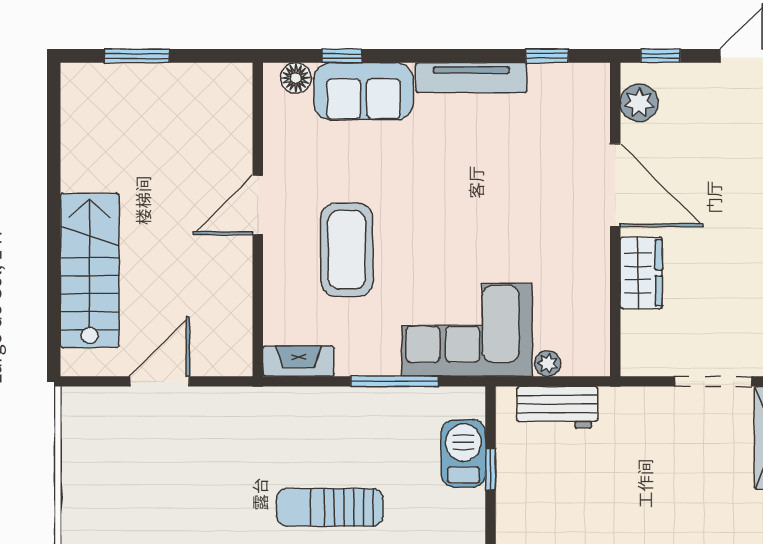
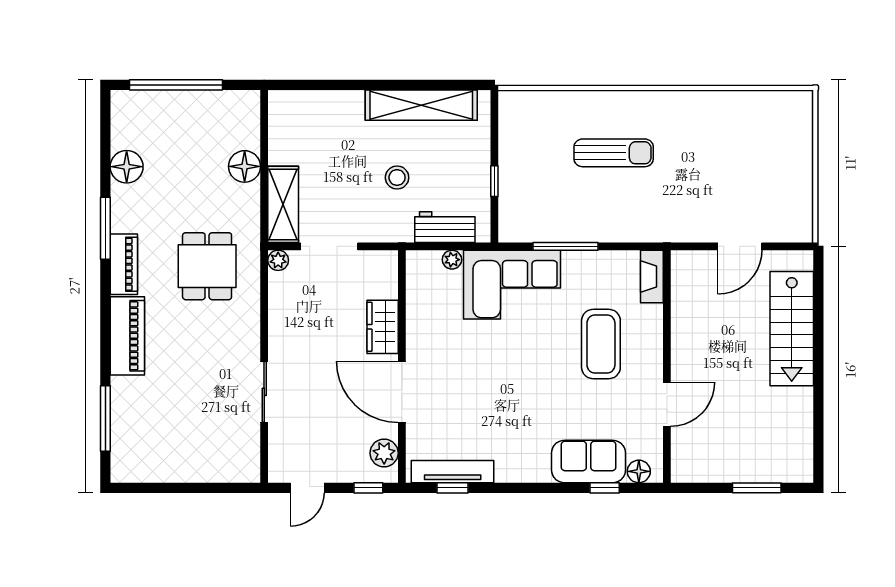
tv unit: (471, 78) -> (453, 472), moved
door: (258, 205) -> (667, 404), moved
fireplace: (298, 361) -> (652, 277), moved, turned 90
barbecue: (463, 453) -> (514, 193), removed
stool: (622, 474) -> (397, 178), added

